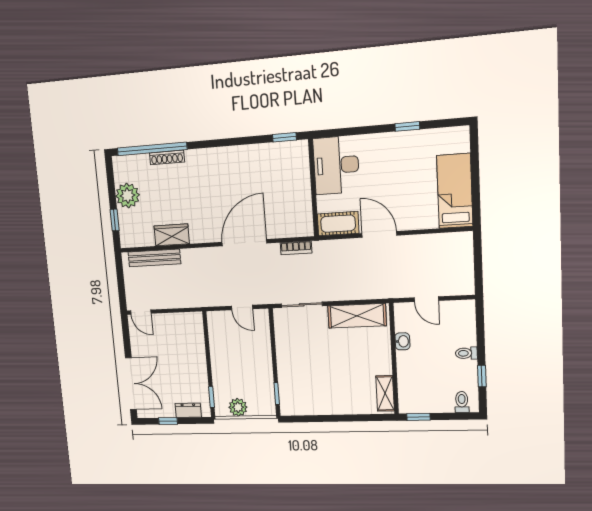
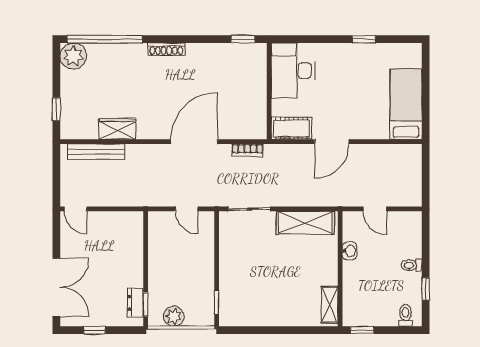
shoe rack: (167, 157) -> (166, 49), moved
plant: (128, 196) -> (73, 56), moved
door: (379, 234) -> (332, 142), swing flipped
dresser: (188, 410) -> (136, 303), moved, turned -90

